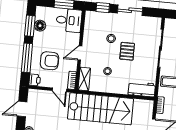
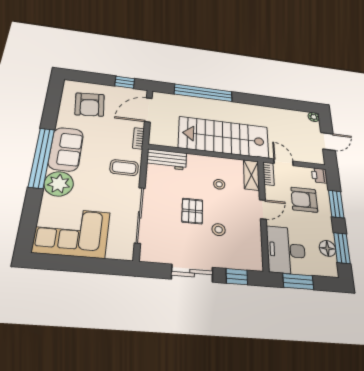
desk: (69, 20) -> (286, 250), width x1.37
window: (27, 58) -> (336, 204), width x0.69

